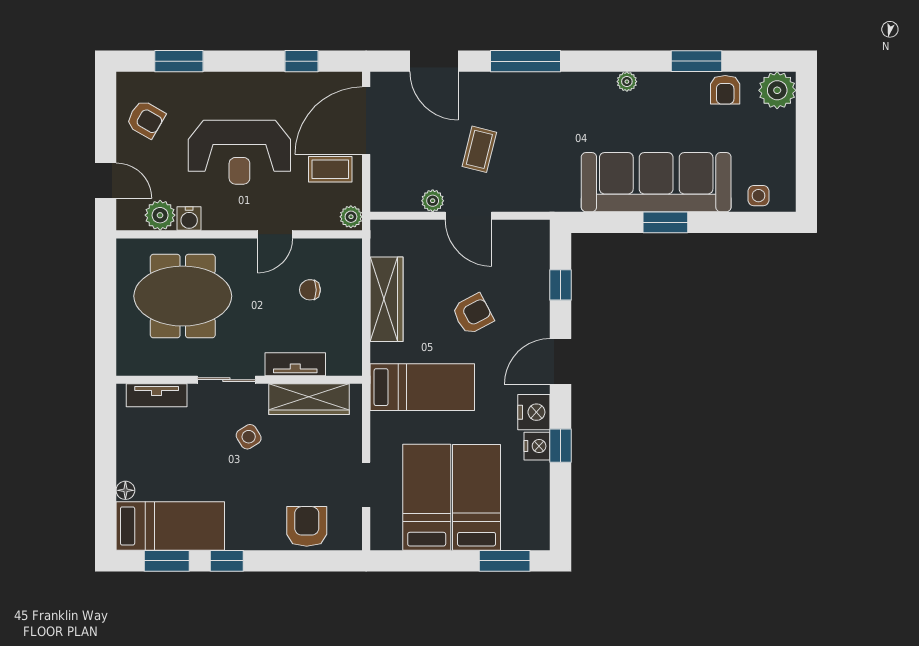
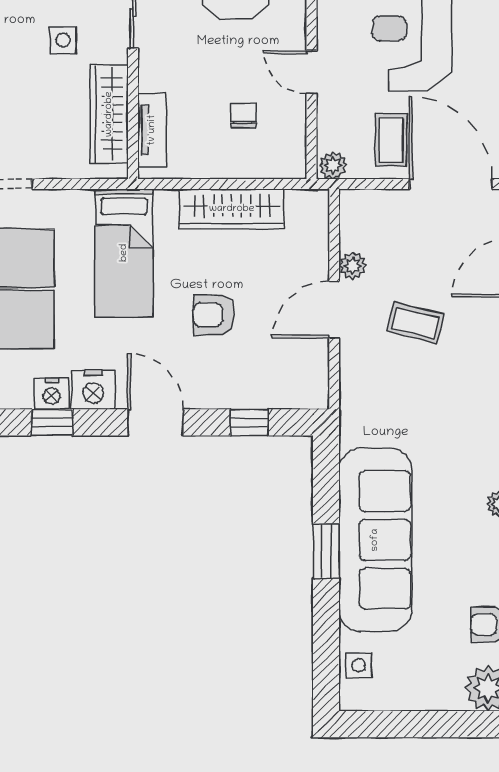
armchair: (473, 314) -> (214, 315), turned 118
tv unit: (295, 364) -> (152, 130), moved
side table: (249, 437) -> (63, 40), turned 32

